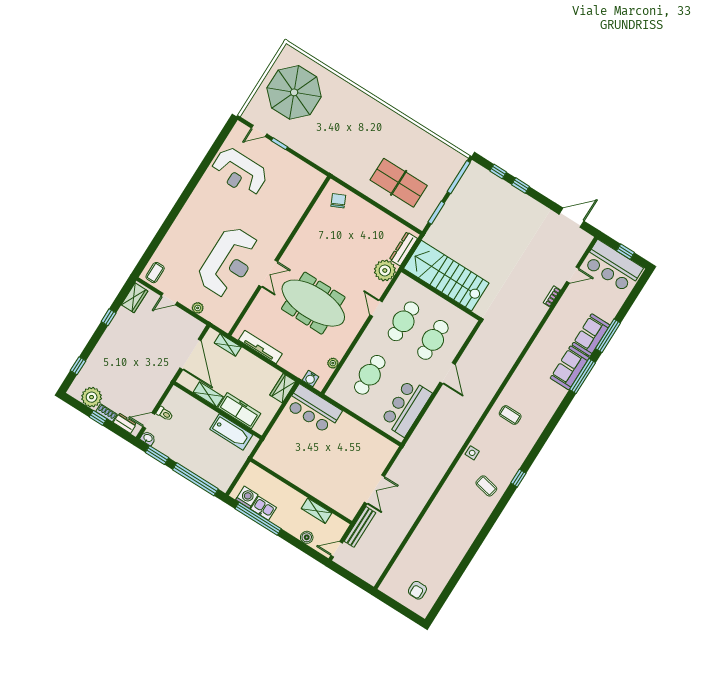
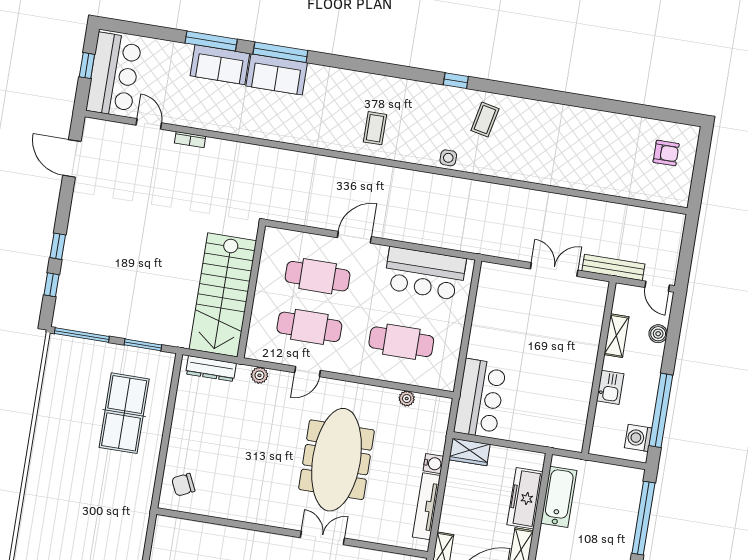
plant: (385, 270) -> (259, 375), width x0.53, depth x0.53
water cooler: (311, 378) -> (433, 464), moved
kitchen sink: (263, 508) -> (610, 387), moved, turned 180

